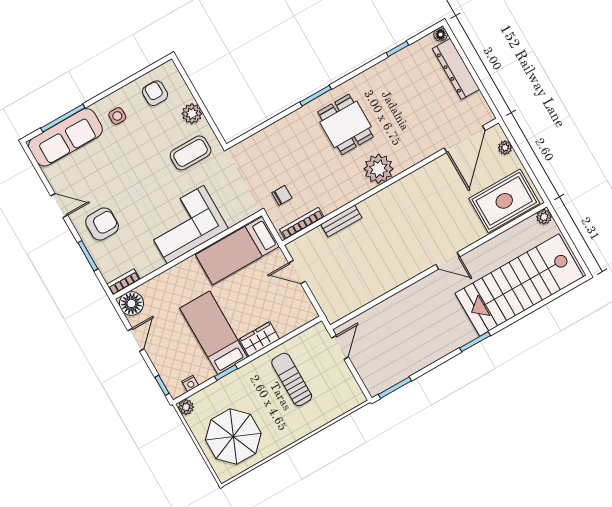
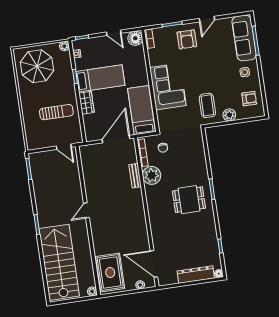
plant: (379, 169) -> (152, 175), moved
door: (448, 261) -> (86, 210), moved
door: (297, 272) -> (116, 139), width x1.88

